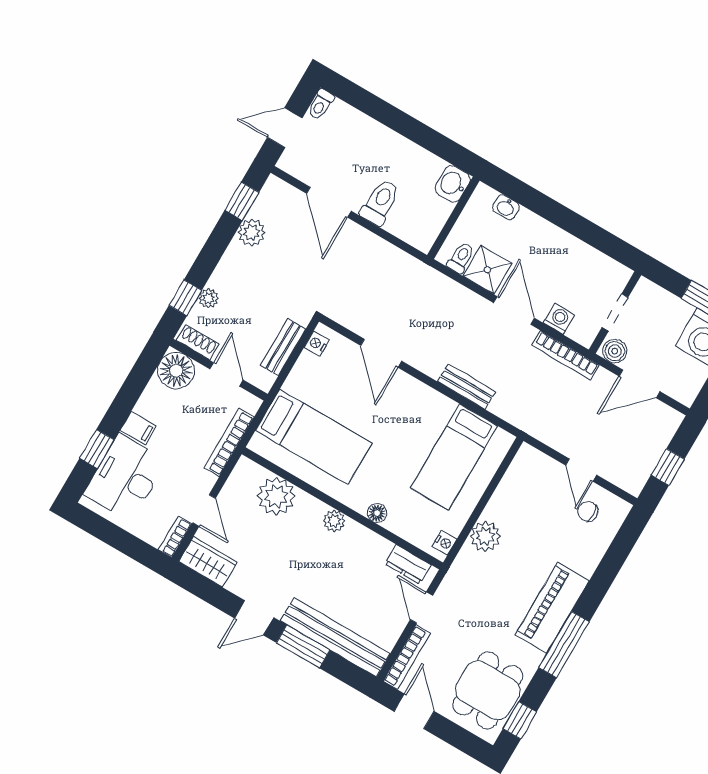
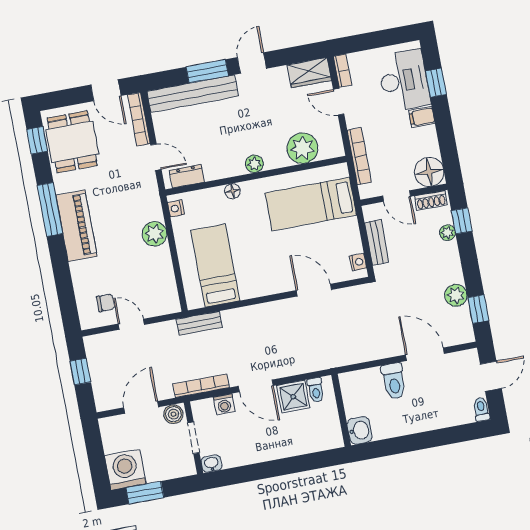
washbasin: (506, 207) -> (211, 464), moved
bench: (466, 387) -> (199, 323), moved

